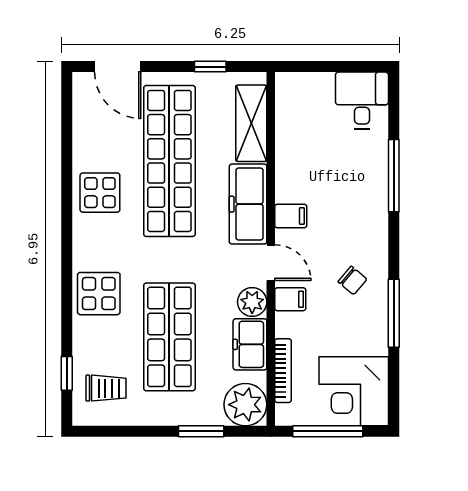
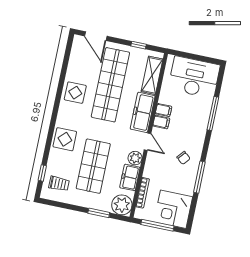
desk: (362, 100) -> (194, 77), width x1.87, depth x1.30
filing cabinet: (290, 299) -> (164, 110), moved

